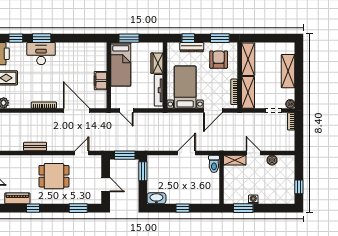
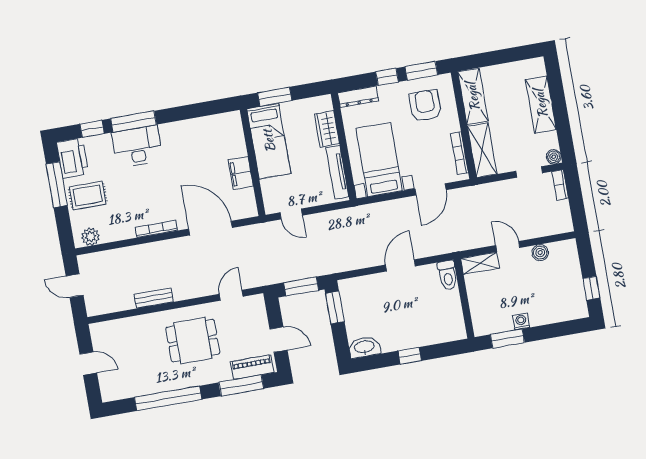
window: (42, 38) -> (134, 121), width x1.44
window: (188, 38) -> (387, 77), moved
dresser: (192, 47) -> (358, 97), moved
piano: (17, 198) -> (252, 367), moved
window: (33, 208) -> (168, 398), width x3.17
window: (78, 208) -> (241, 385), width x1.44

